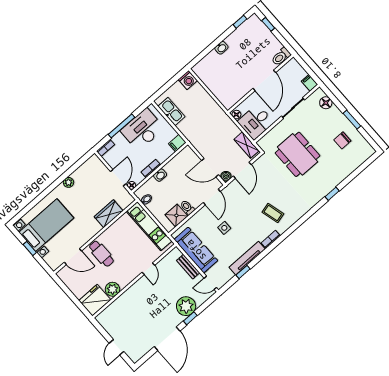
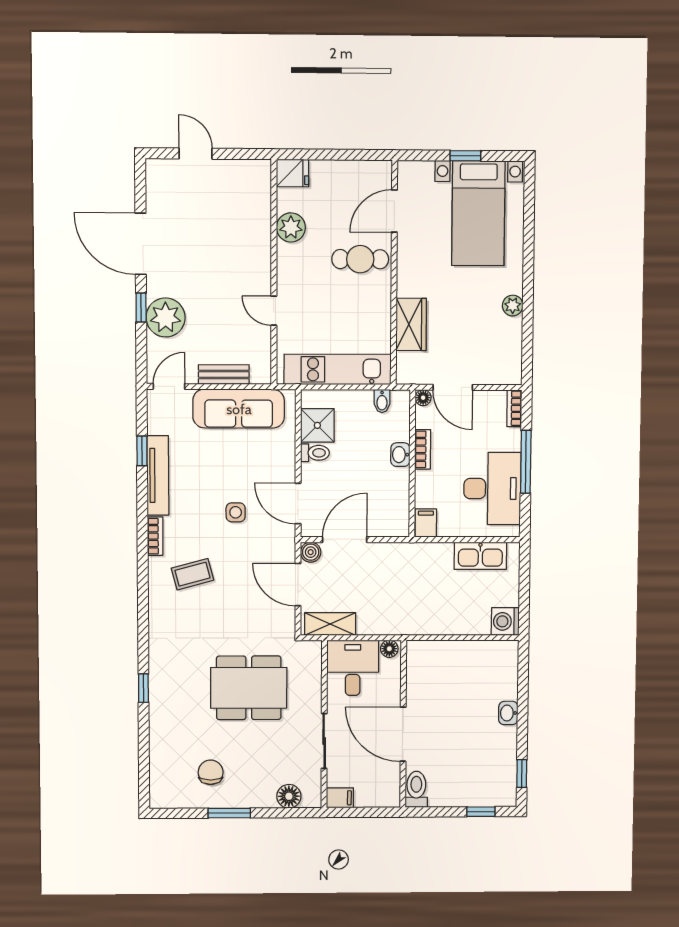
side table: (224, 228) -> (236, 512), moved
fridge: (95, 300) -> (292, 173), width x0.53, depth x0.75

